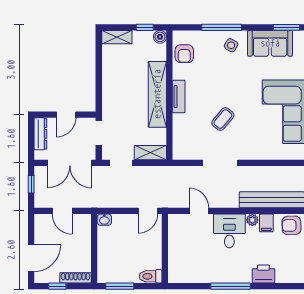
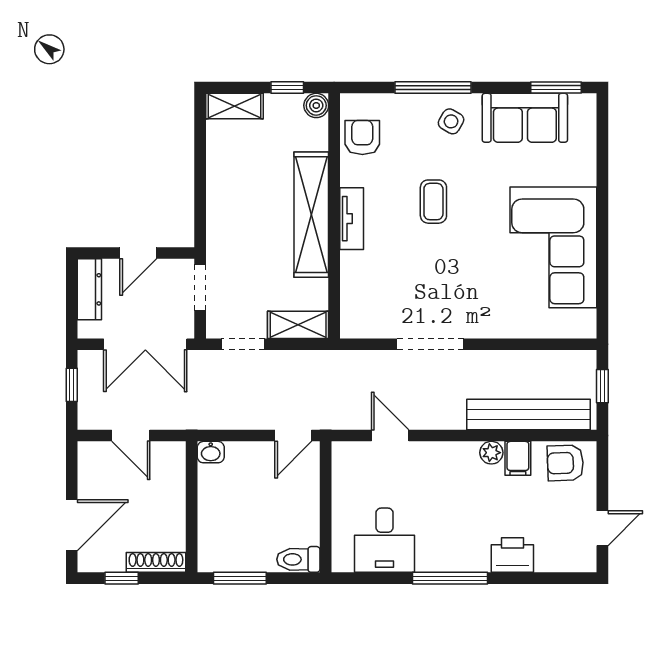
armchair: (184, 54) -> (362, 137), turned 180
coffee table: (223, 119) -> (433, 202), moved, turned -40
desk: (229, 231) -> (385, 540), moved, turned 180

